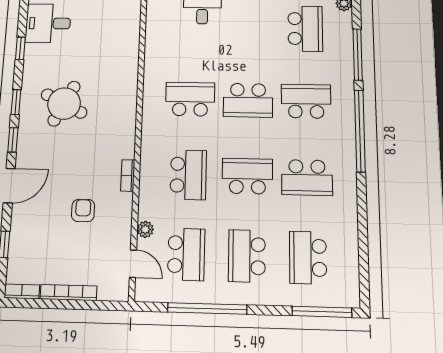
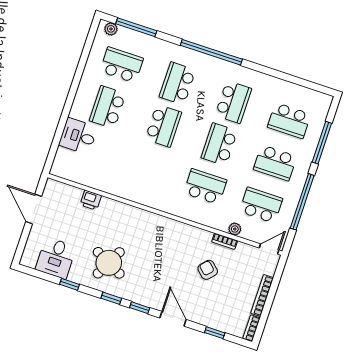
printer: (130, 42) -> (91, 200), added
window: (358, 54) -> (136, 27), moved
school desk: (190, 99) -> (108, 107), moved
round table: (64, 104) -> (109, 263), moved
bookcase: (128, 175) -> (225, 241), moved
armchair: (83, 211) -> (208, 270), turned 43
door: (133, 264) -> (269, 249), moved
window: (322, 312) -> (322, 143), moved

